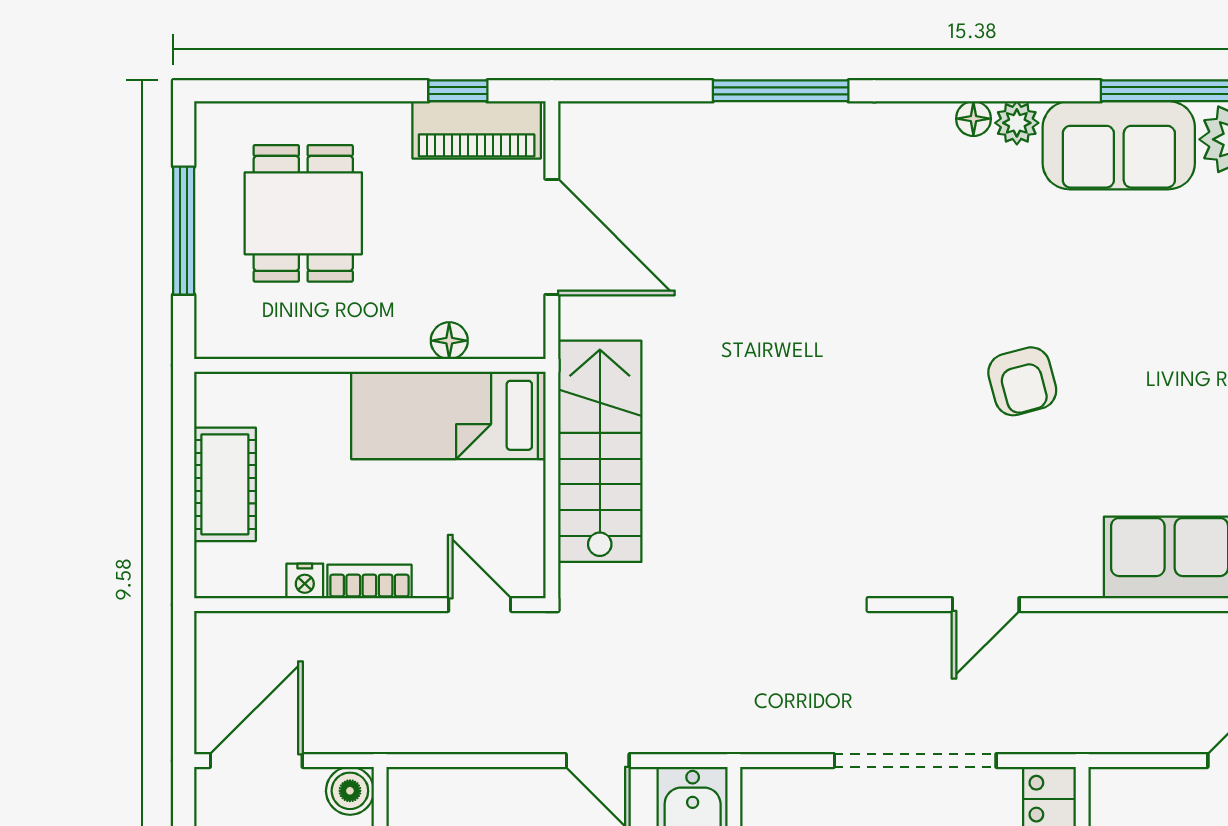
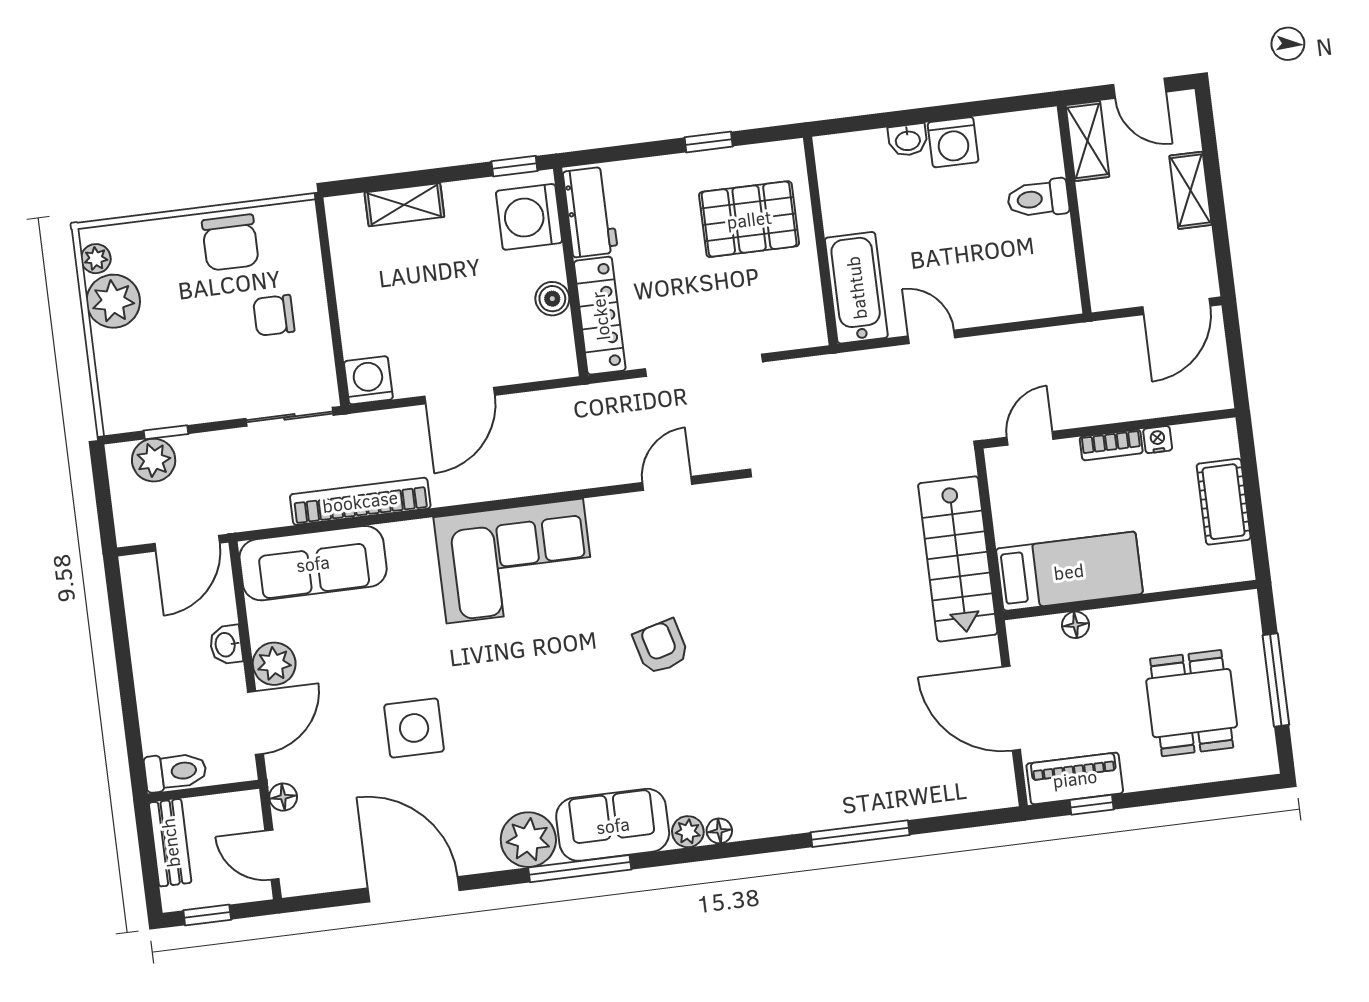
door: (480, 605) -> (1030, 438), swing flipped
boiler: (350, 791) -> (1107, 293), removed

